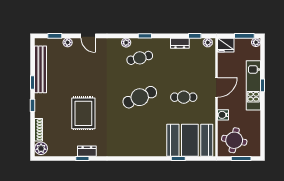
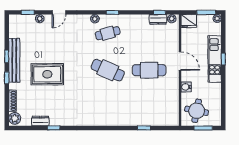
door: (88, 36) -> (59, 12), hinge flipped
dresser: (180, 43) -> (158, 19), moved
bench: (41, 69) -> (14, 60), moved
door: (216, 87) -> (180, 61), hinge flipped
cafe table: (140, 97) -> (108, 70), turned 48
cafe table: (184, 97) -> (149, 70), width x1.37, depth x1.35
rug: (83, 113) -> (47, 74), moved, turned 90
booth: (190, 140) -> (155, 111), removed
dresser: (87, 151) -> (40, 121), moved

